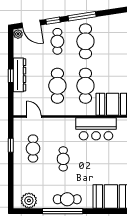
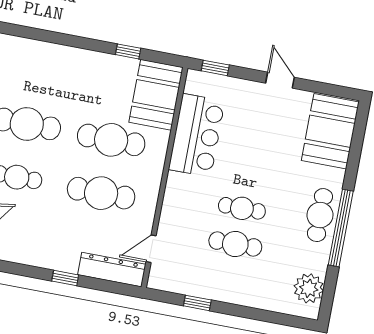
dresser: (20, 75) -> (112, 270), moved
cafe table: (33, 149) -> (235, 244), moved

